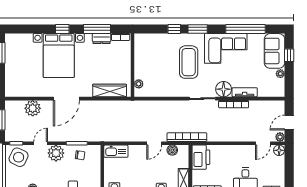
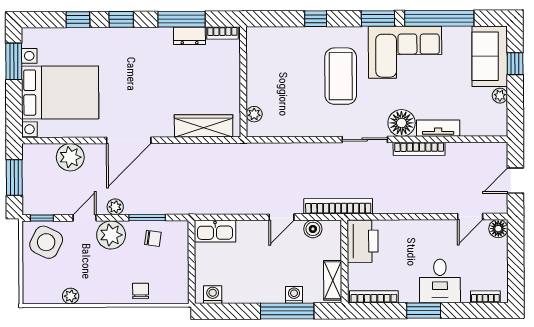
window: (37, 29) -> (78, 20), added
window: (198, 29) -> (378, 18), moved
bed with nightstands: (59, 56) -> (60, 92), moved, turned -90
plant: (280, 137) -> (115, 207), moved

